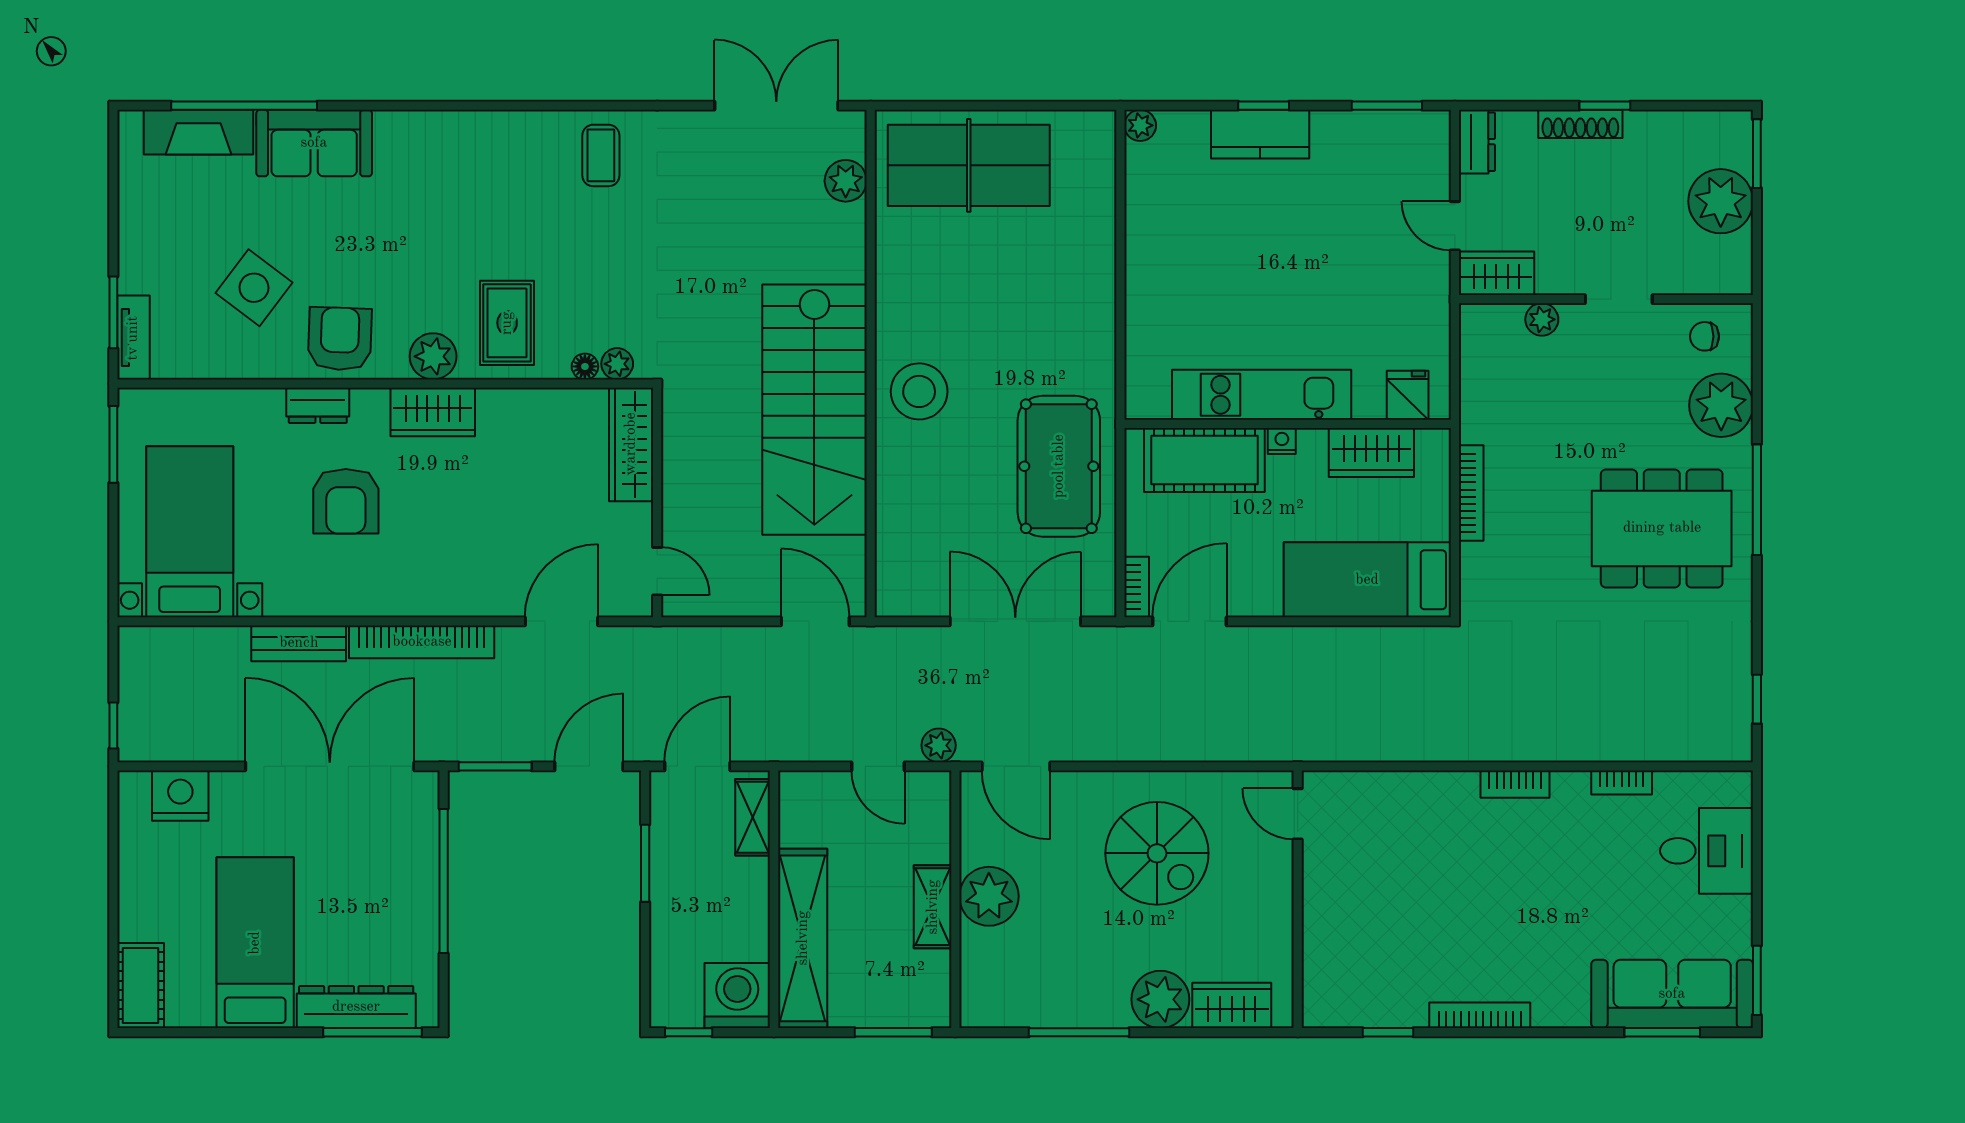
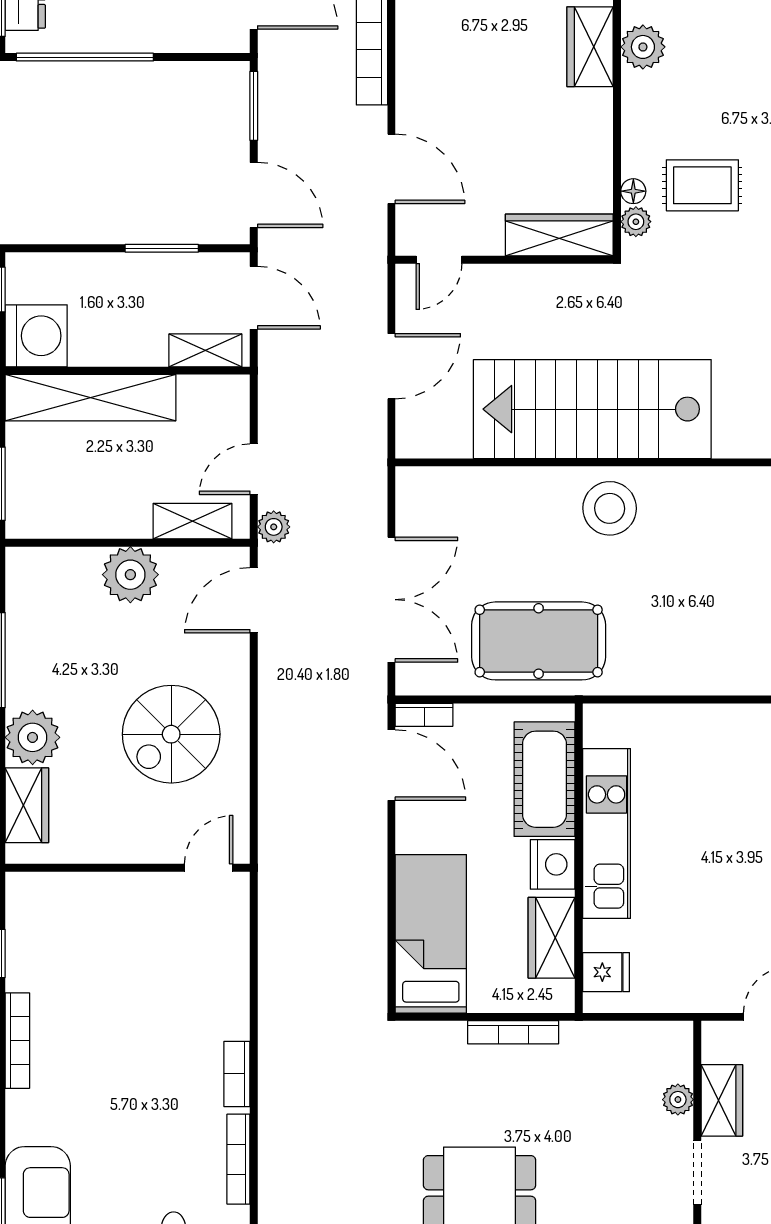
wardrobe: (1496, 273) -> (722, 1100), moved
rug: (507, 323) -> (702, 185), moved
nightstand: (1282, 441) -> (553, 864), width x1.89, depth x1.79
door: (815, 621) -> (391, 366), moved
bookcase: (1622, 783) -> (238, 1159), width x1.56
window: (444, 881) -> (85, 57), moved
shelving: (933, 907) -> (193, 521), moved

